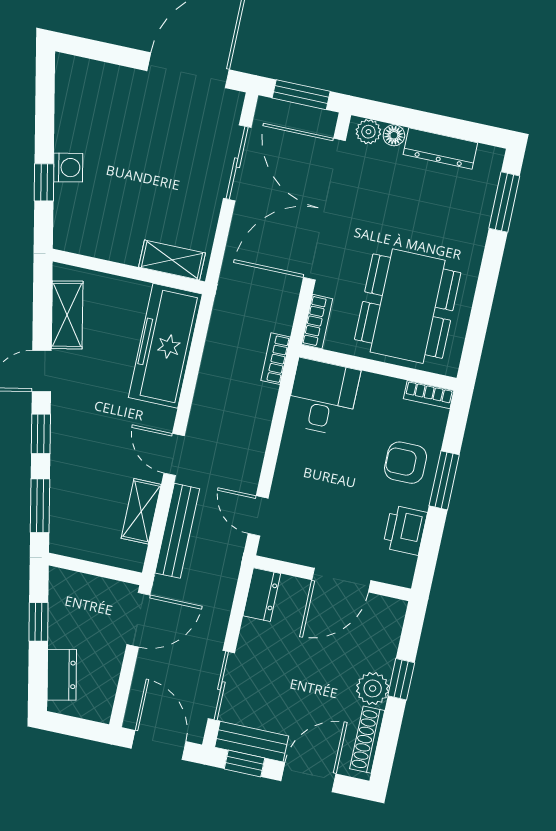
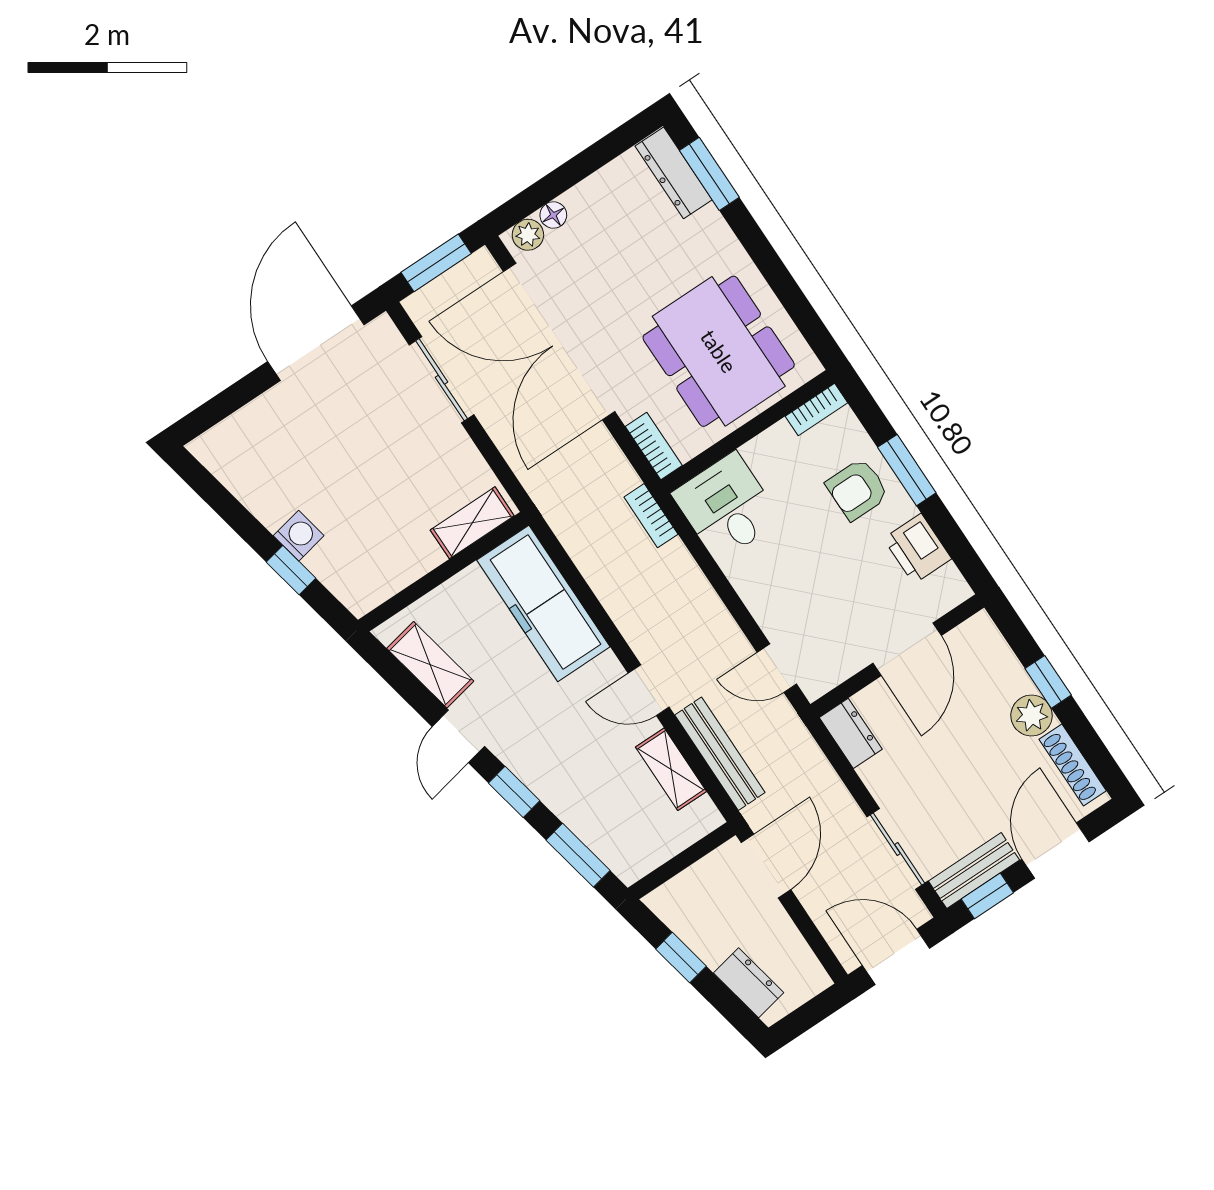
dresser: (440, 149) -> (674, 173), moved, turned 90

